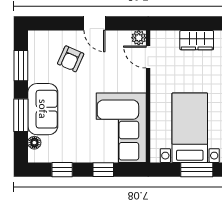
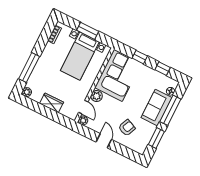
plant: (137, 83) -> (97, 96), added
window: (21, 115) -> (170, 110), width x1.44

